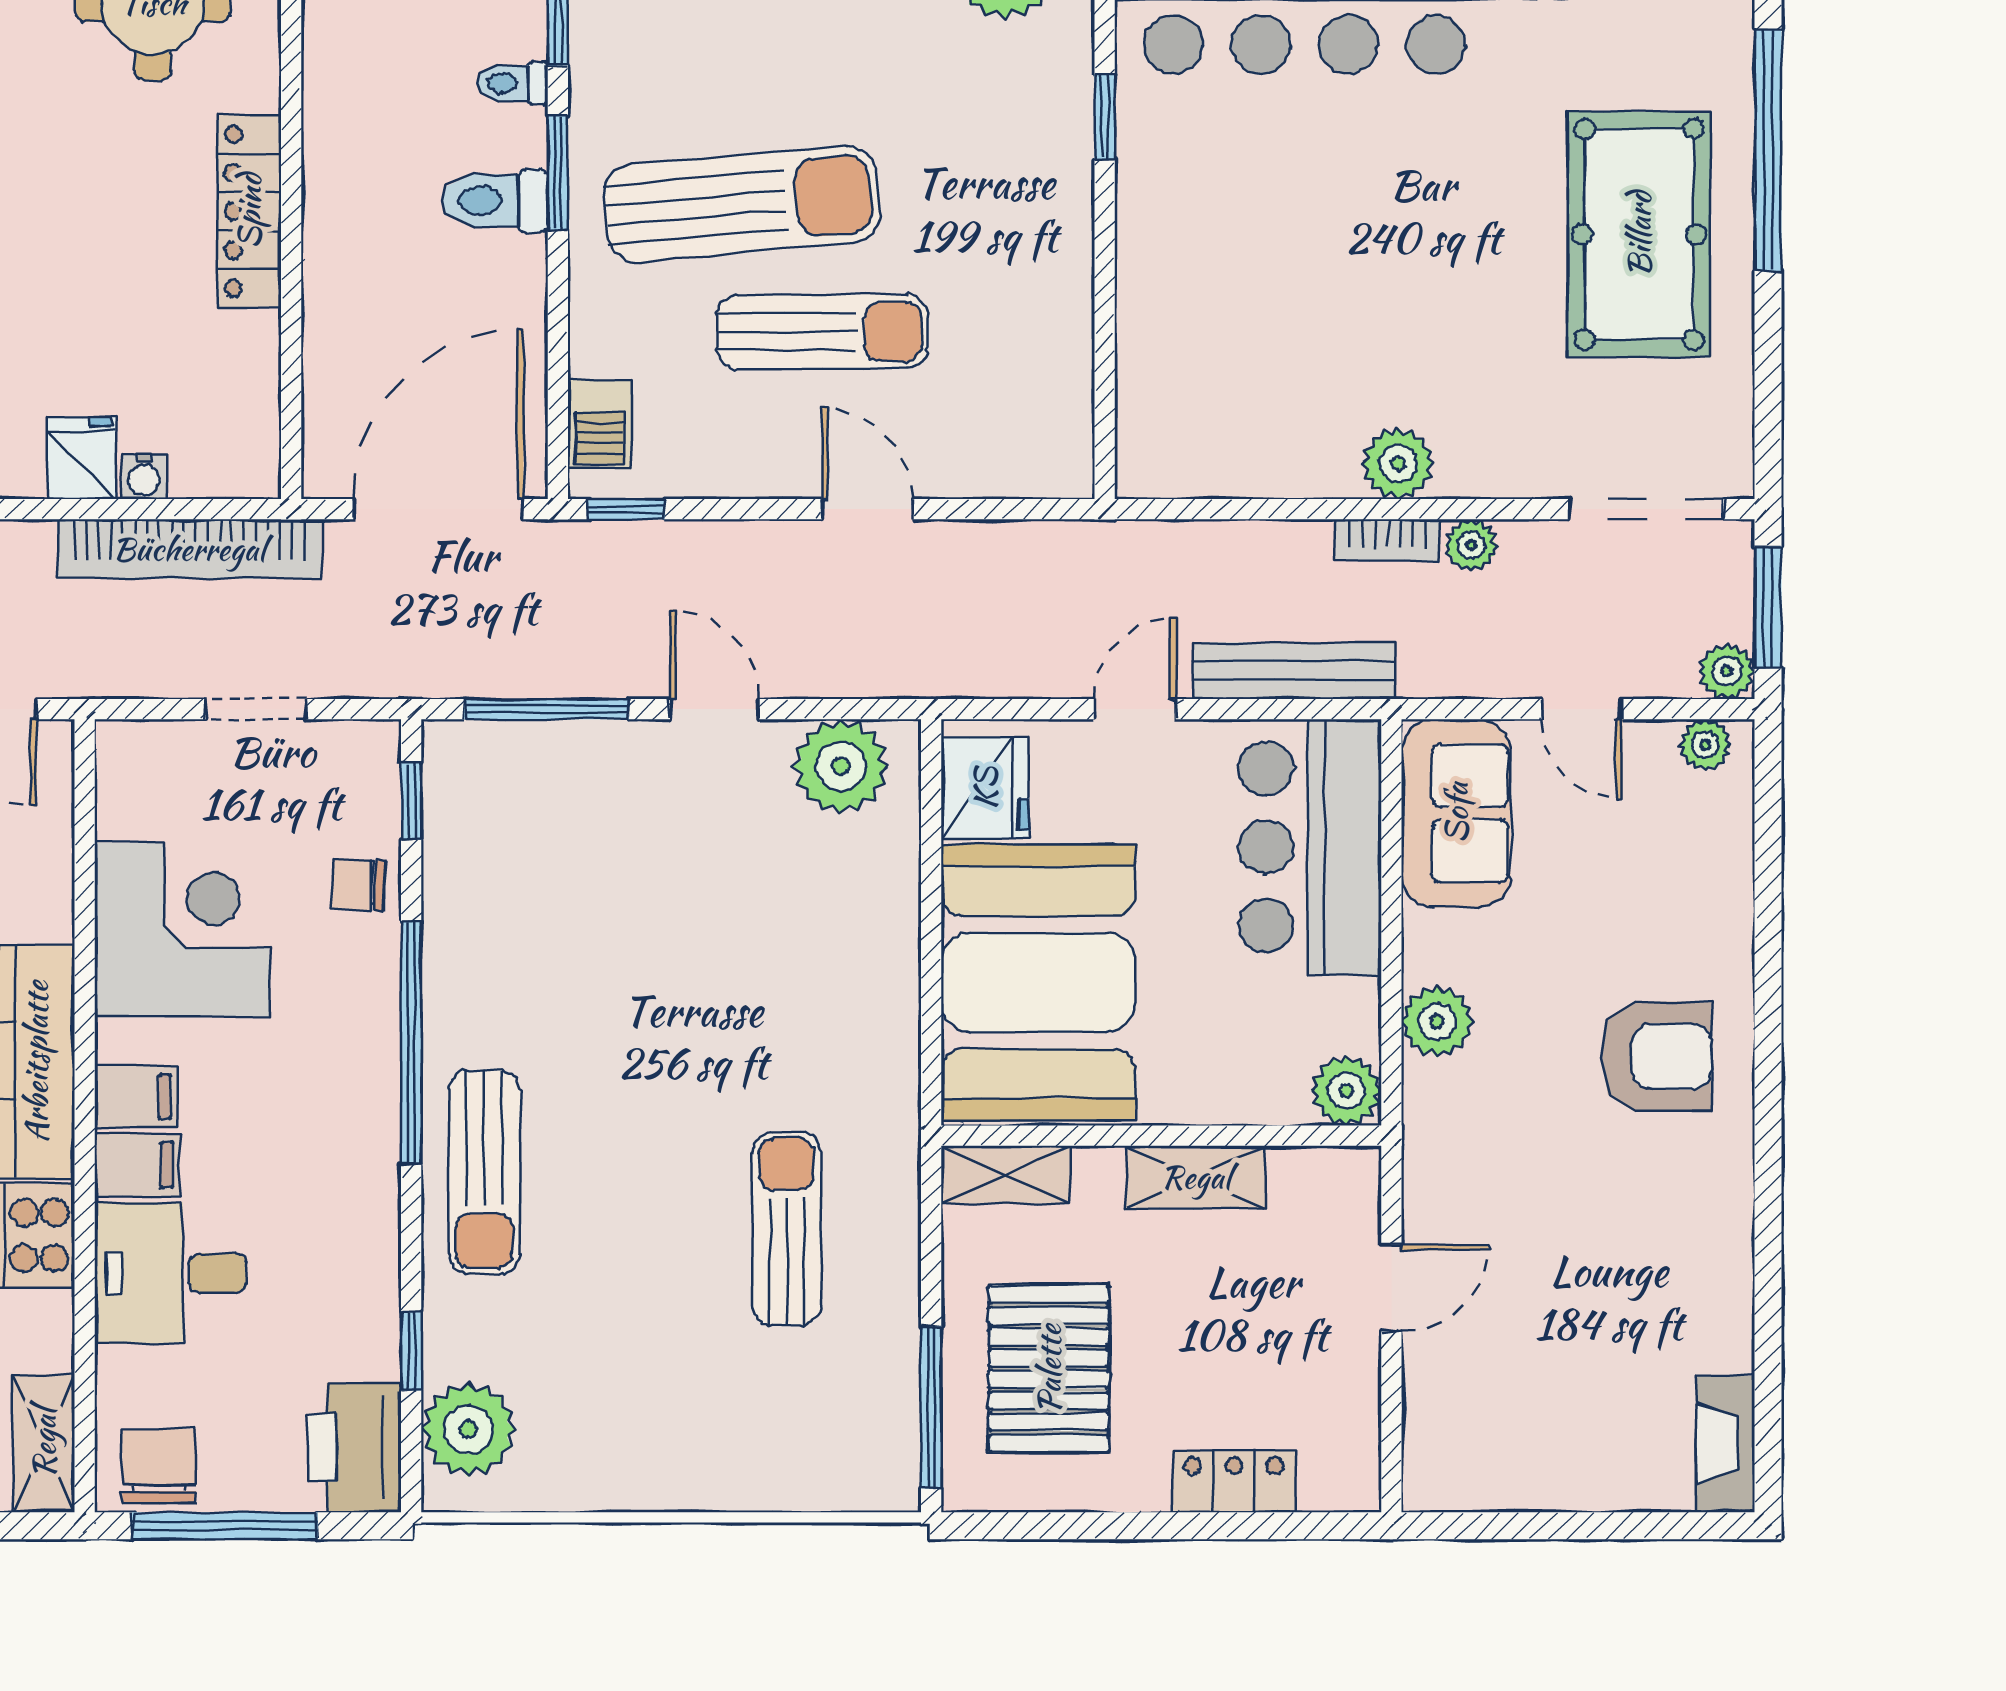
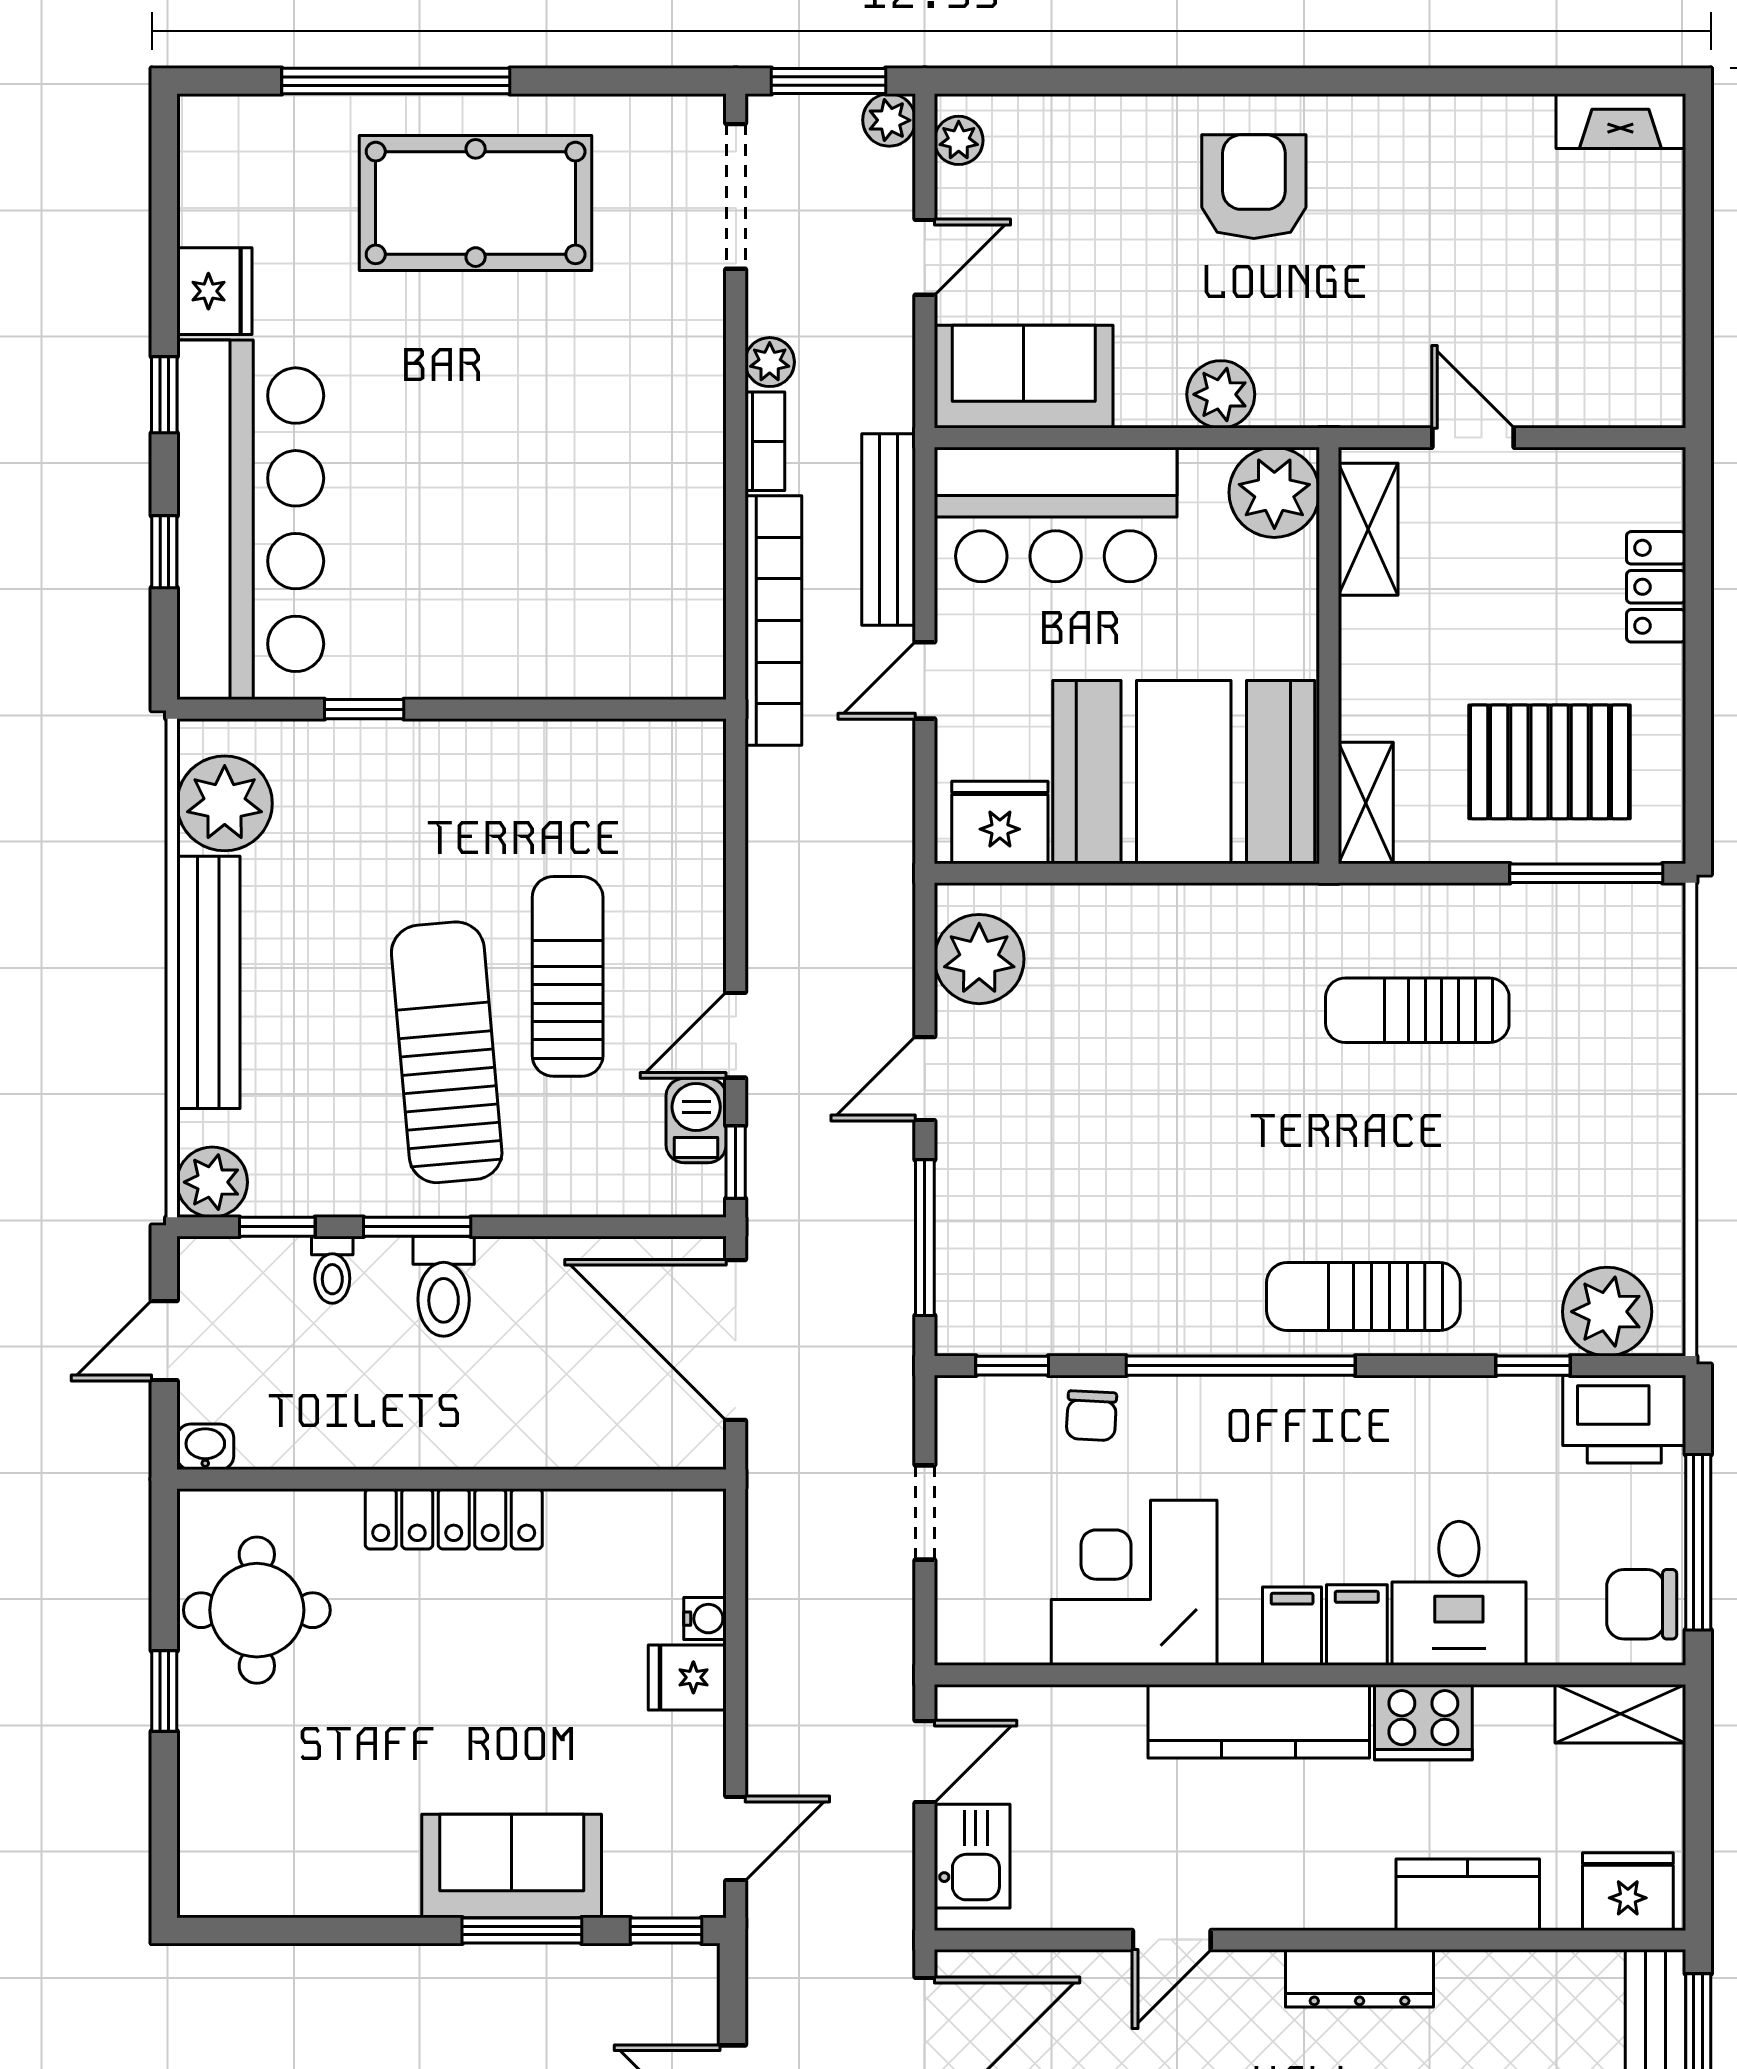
barbecue: (600, 424) -> (696, 1120), moved, turned -90
plant: (1398, 463) -> (692, 431), removed
door: (867, 509) -> (736, 1035), moved
bookcase: (189, 549) -> (773, 621), moved
door: (1135, 709) -> (925, 680), hinge flipped
plant: (1346, 1091) -> (1274, 492), width x1.36, depth x1.36
sun lounger: (484, 1172) -> (1363, 1297), turned 180
shelving: (1196, 1177) -> (1368, 529), moved

